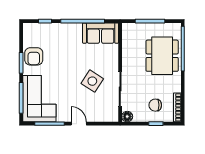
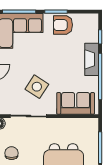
fireplace: (66, 29) -> (92, 59), added
sofa: (101, 33) -> (76, 103), moved, turned 90

